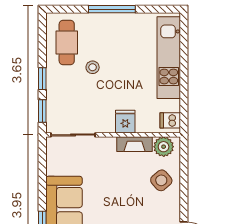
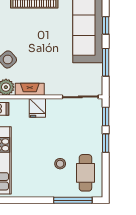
window: (112, 9) -> (73, 200), moved
stool: (93, 67) -> (60, 164), moved
window: (42, 177) -> (106, 62), added

